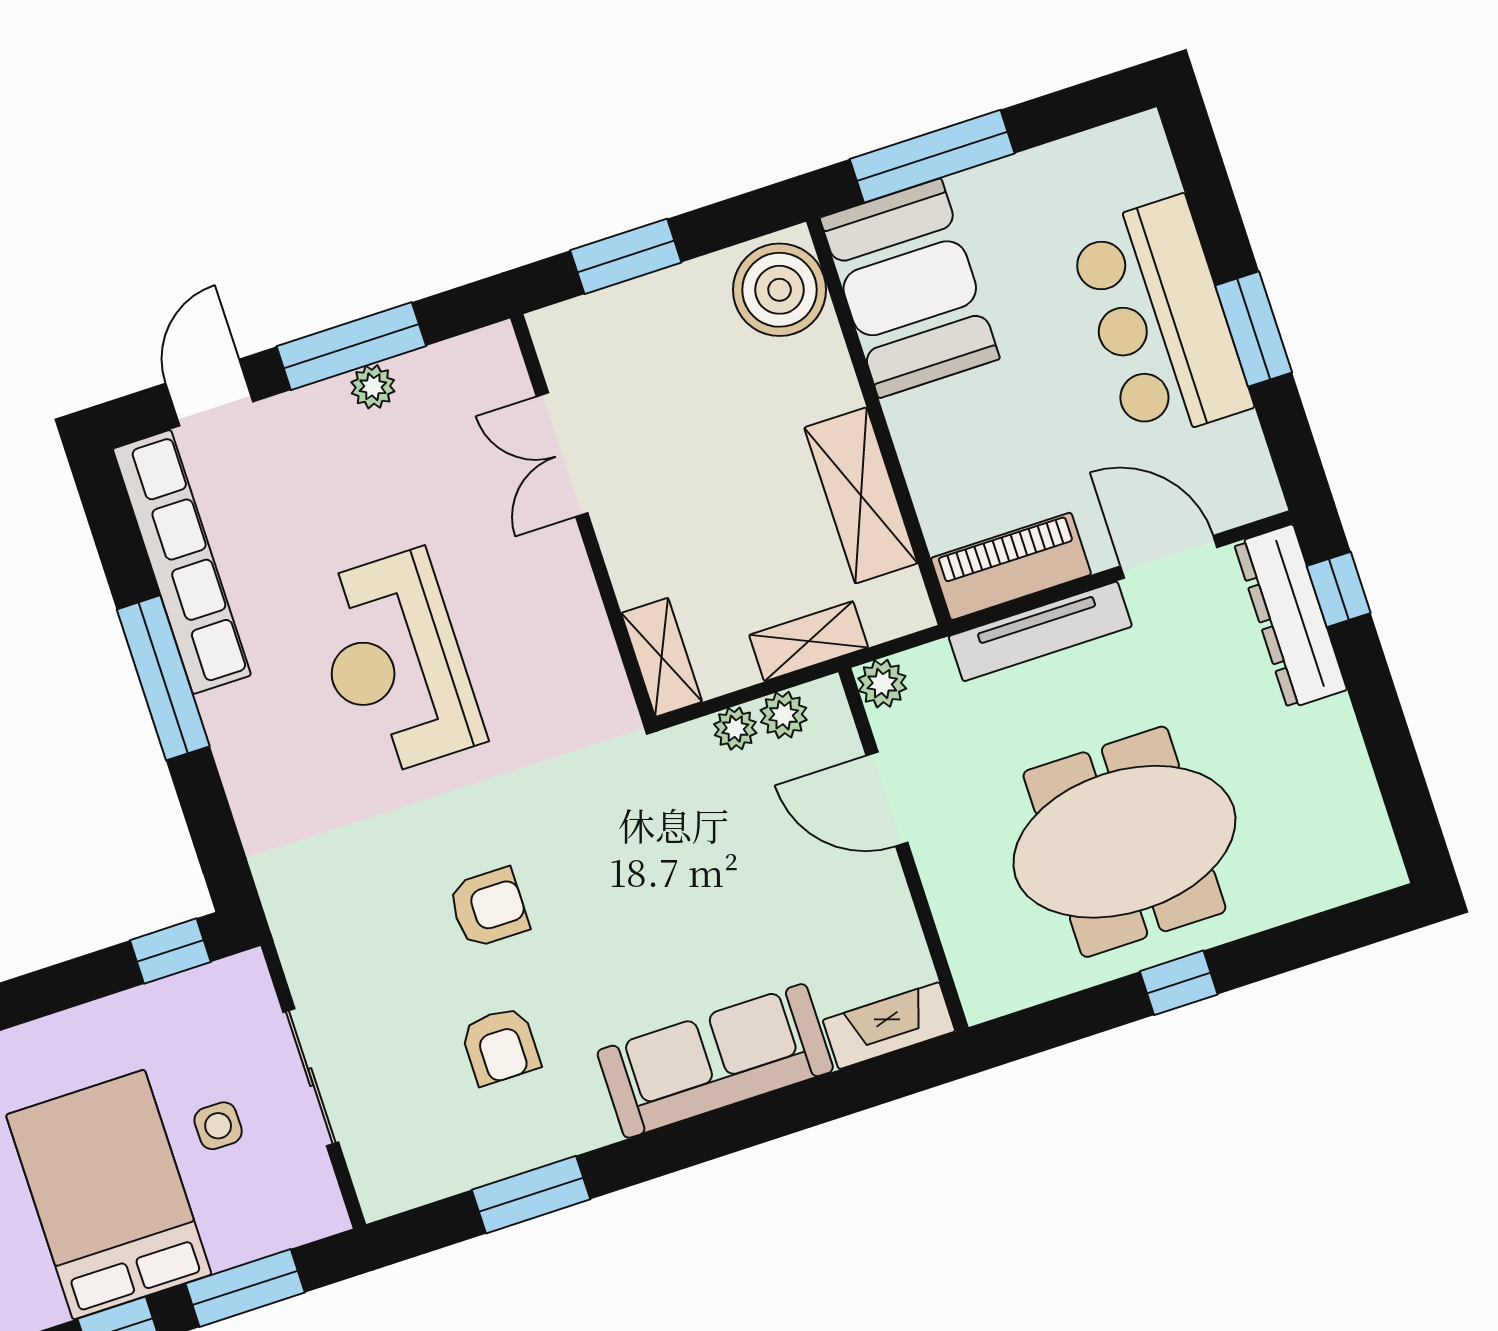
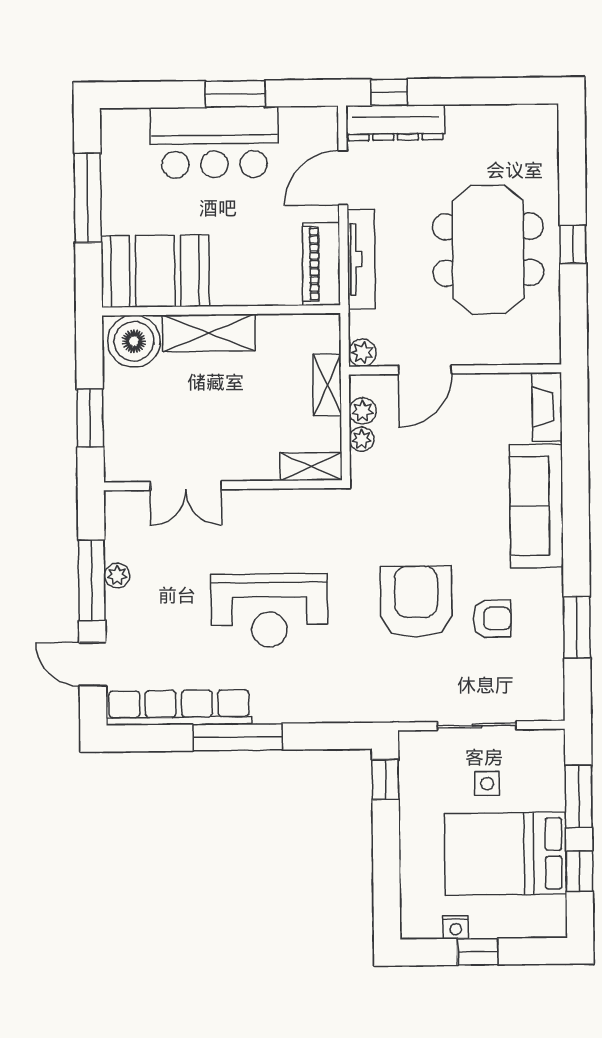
window: (932, 156) -> (88, 198), moved
shelving: (861, 495) -> (209, 333), moved
armchair: (489, 908) -> (416, 602), width x1.88, depth x1.88

